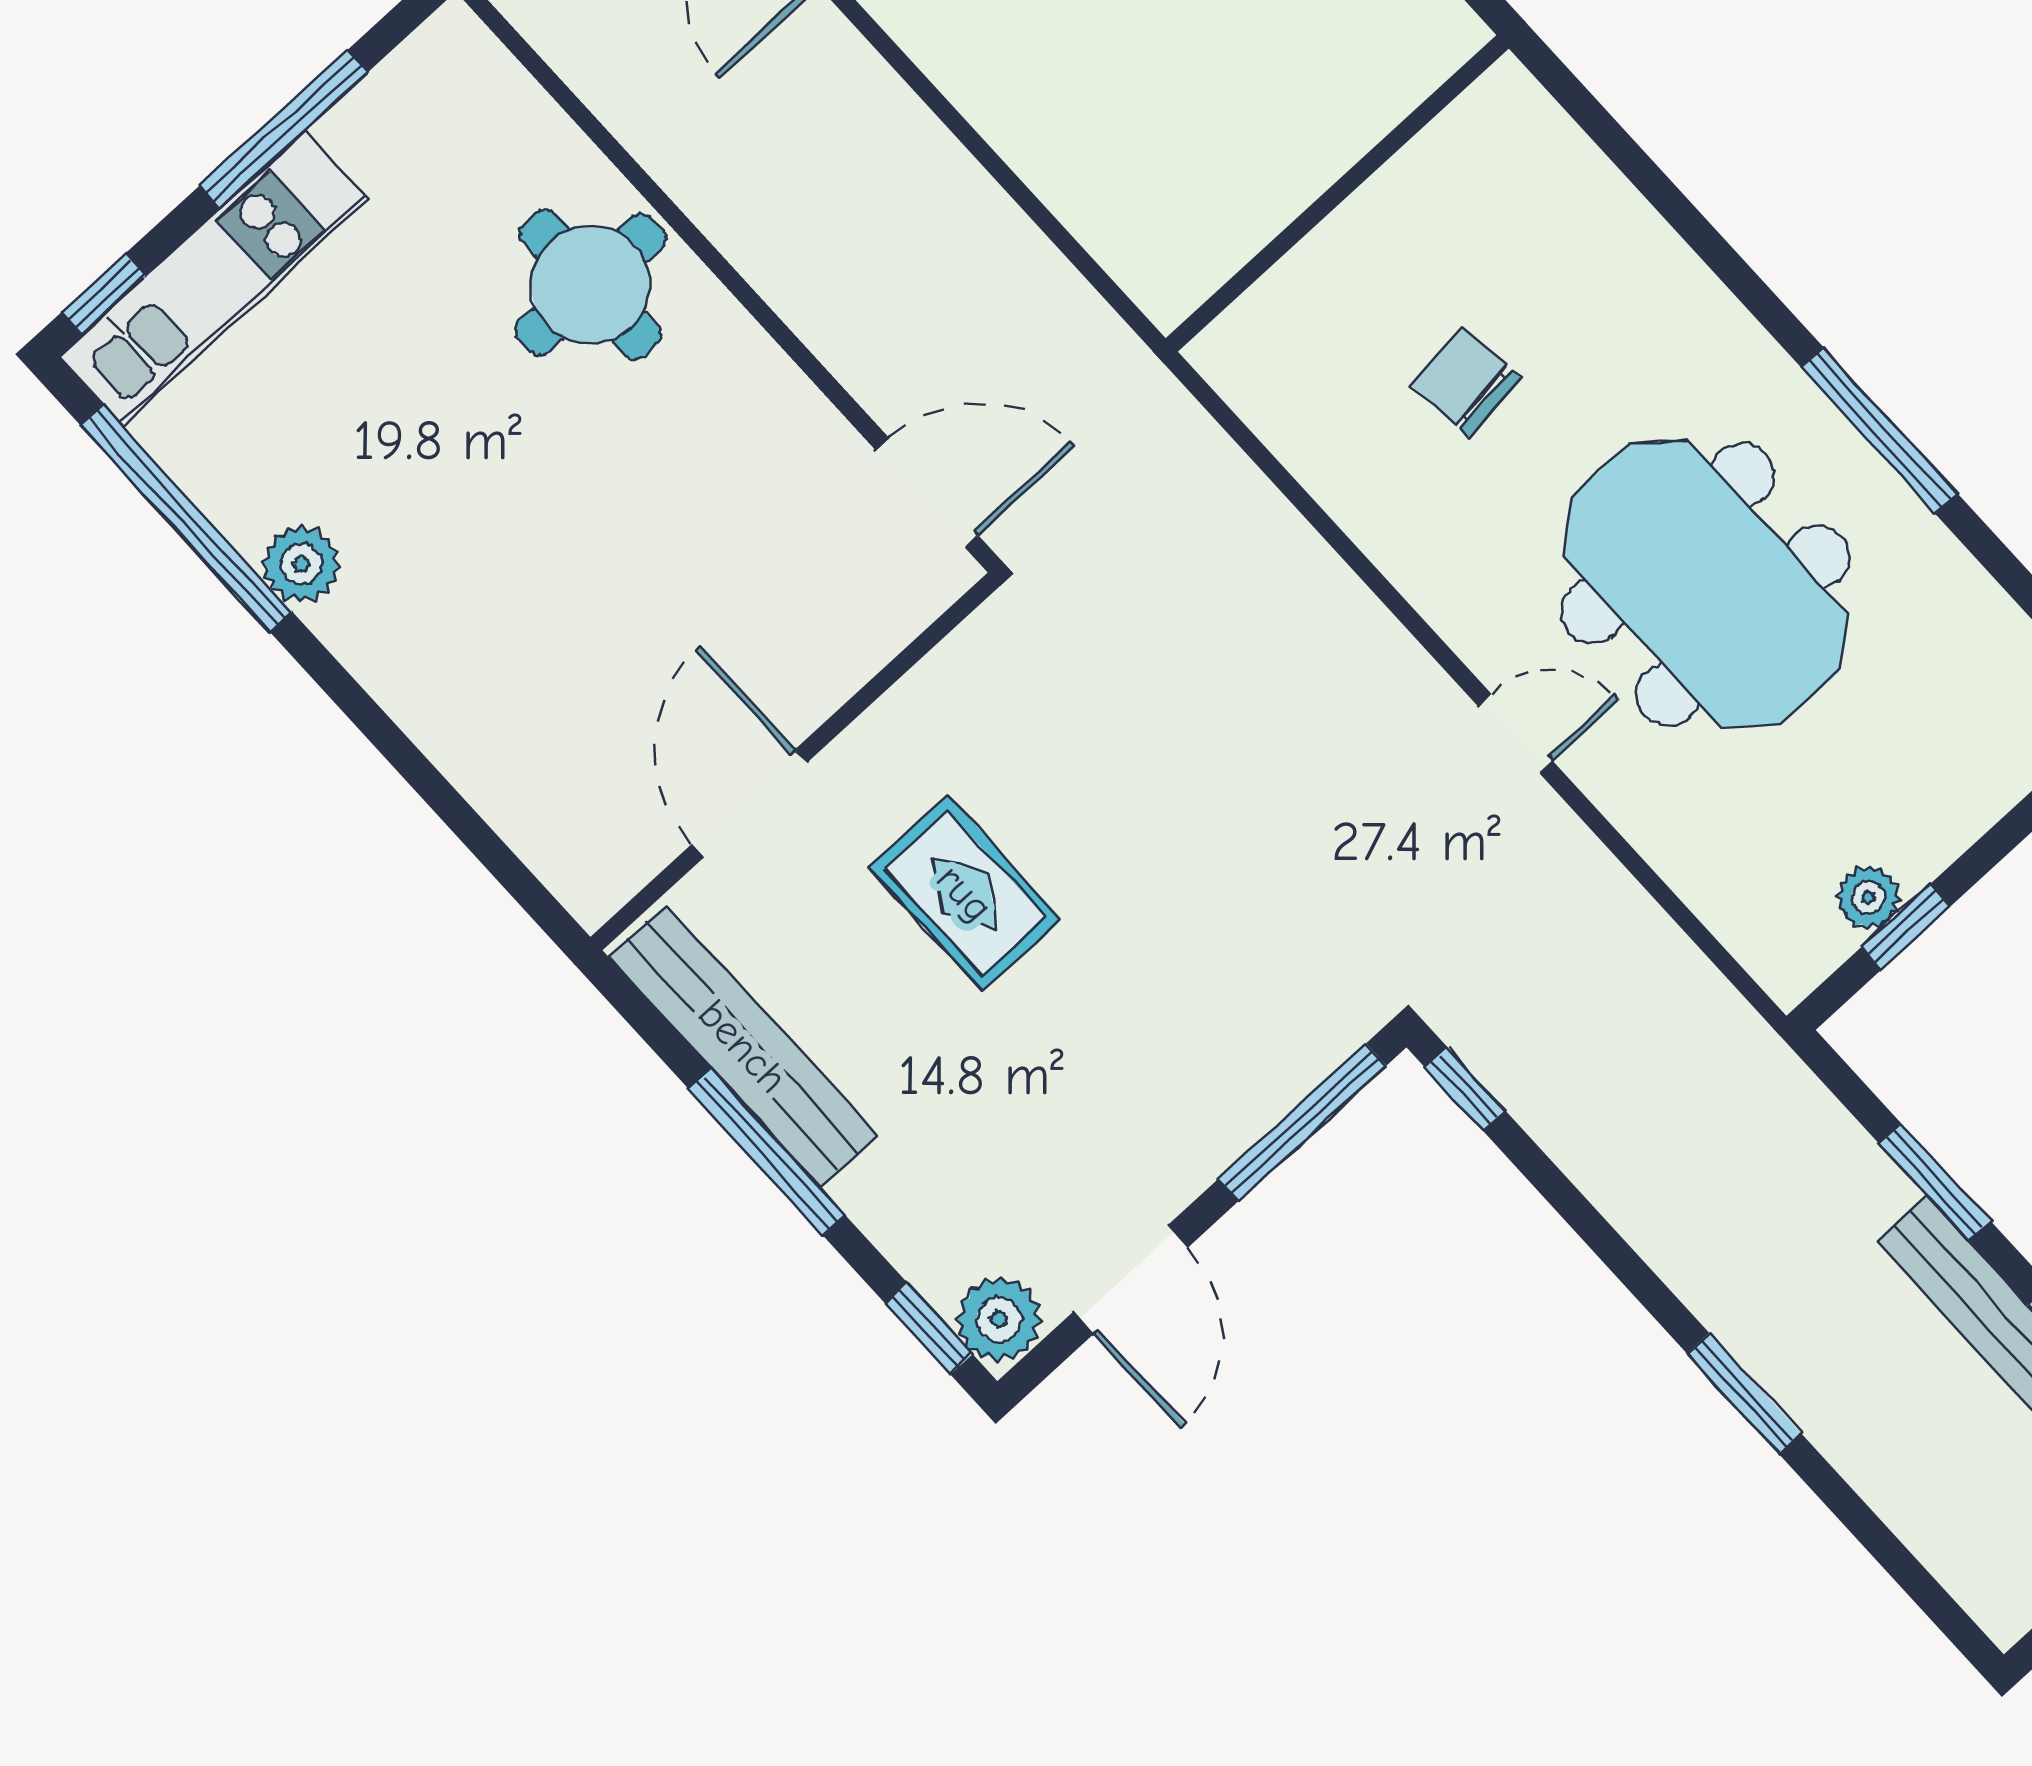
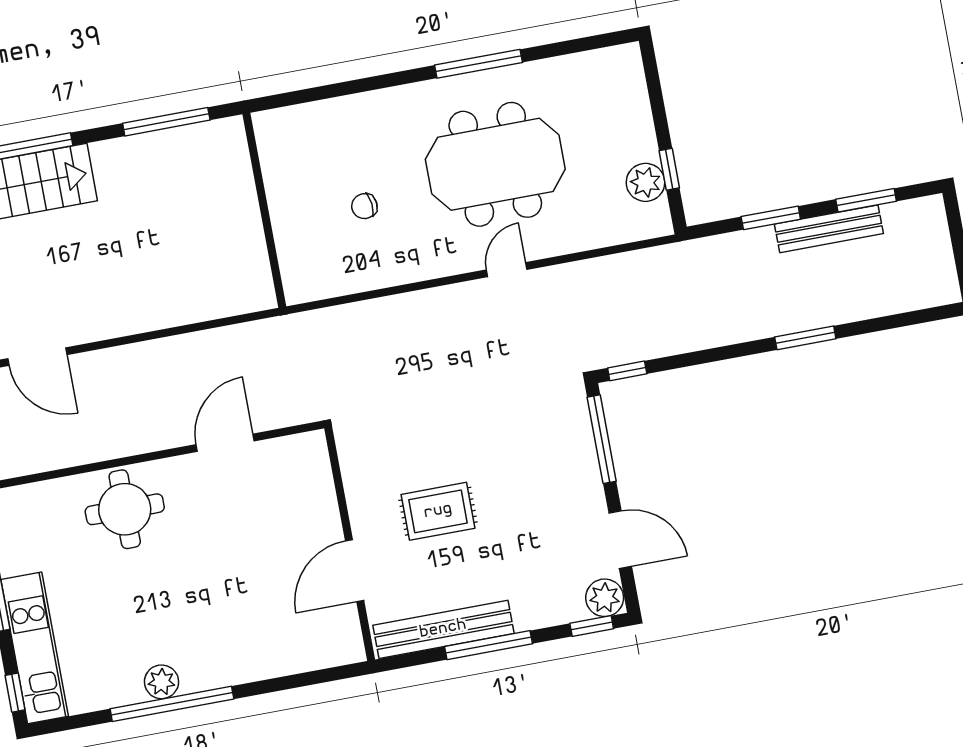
chair: (1466, 382) -> (364, 206), width x0.73, depth x0.73
door: (927, 493) -> (225, 443), moved
window: (186, 518) -> (172, 704), moved
door: (749, 803) -> (355, 571), hinge flipped
plant: (1869, 897) -> (646, 182), width x1.38, depth x1.38

